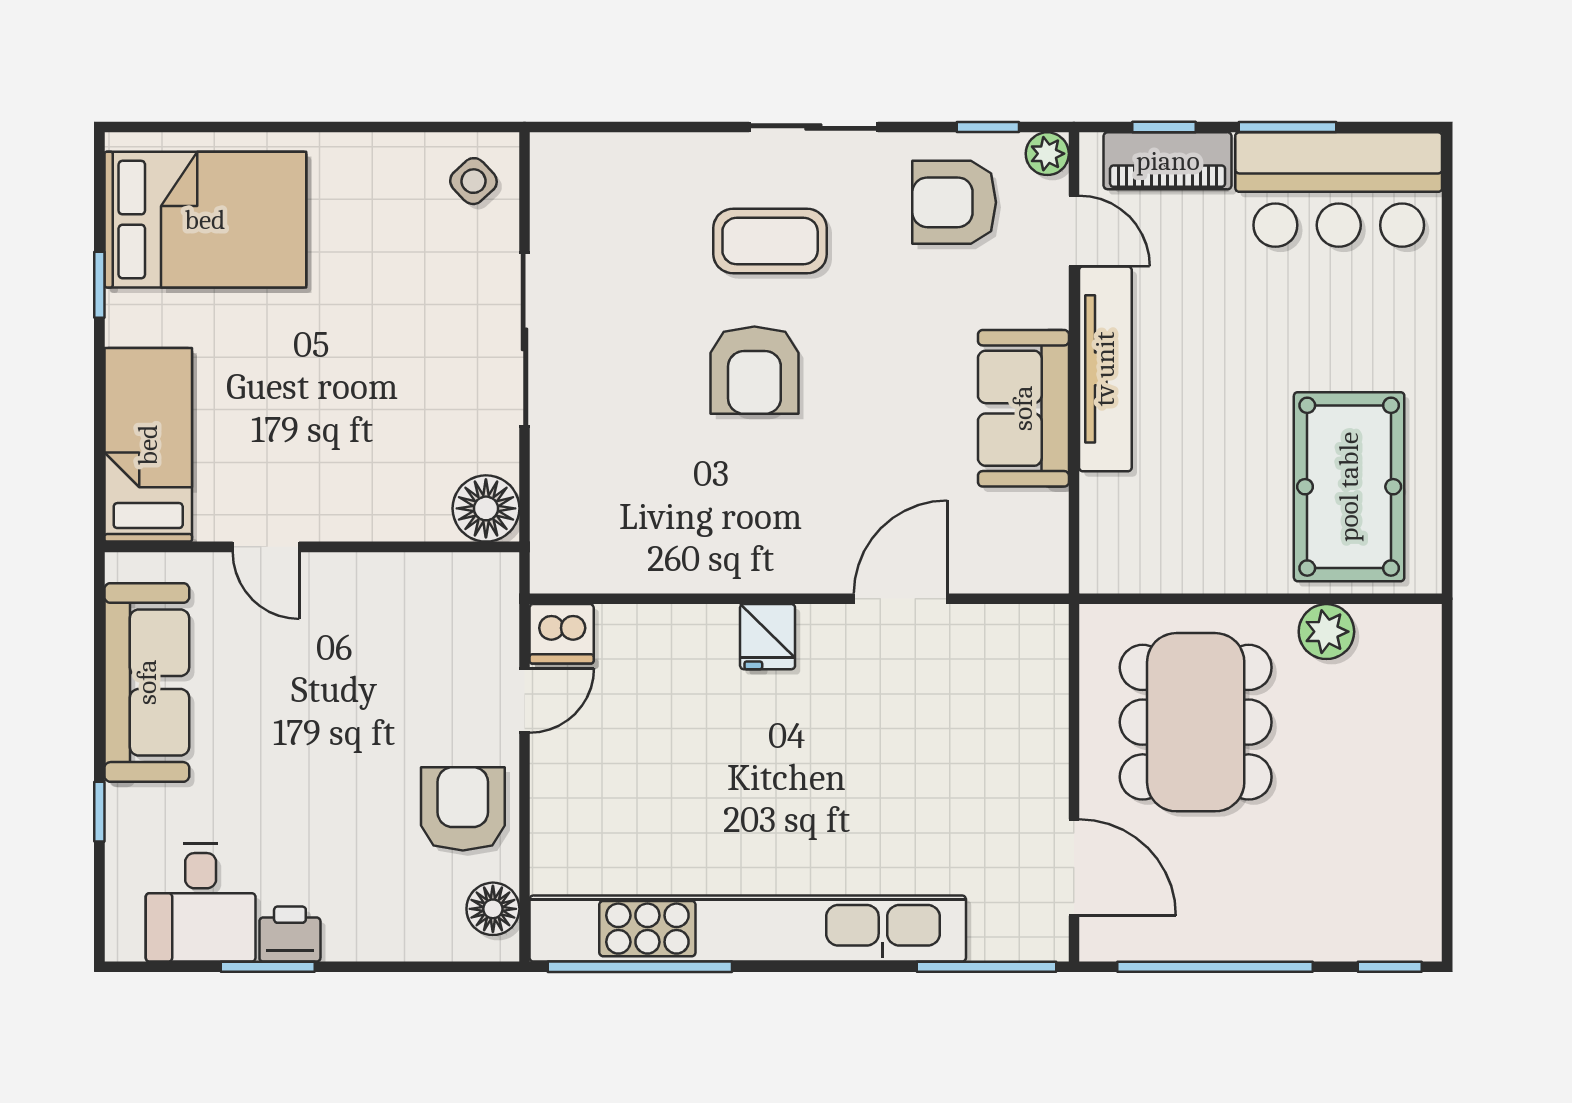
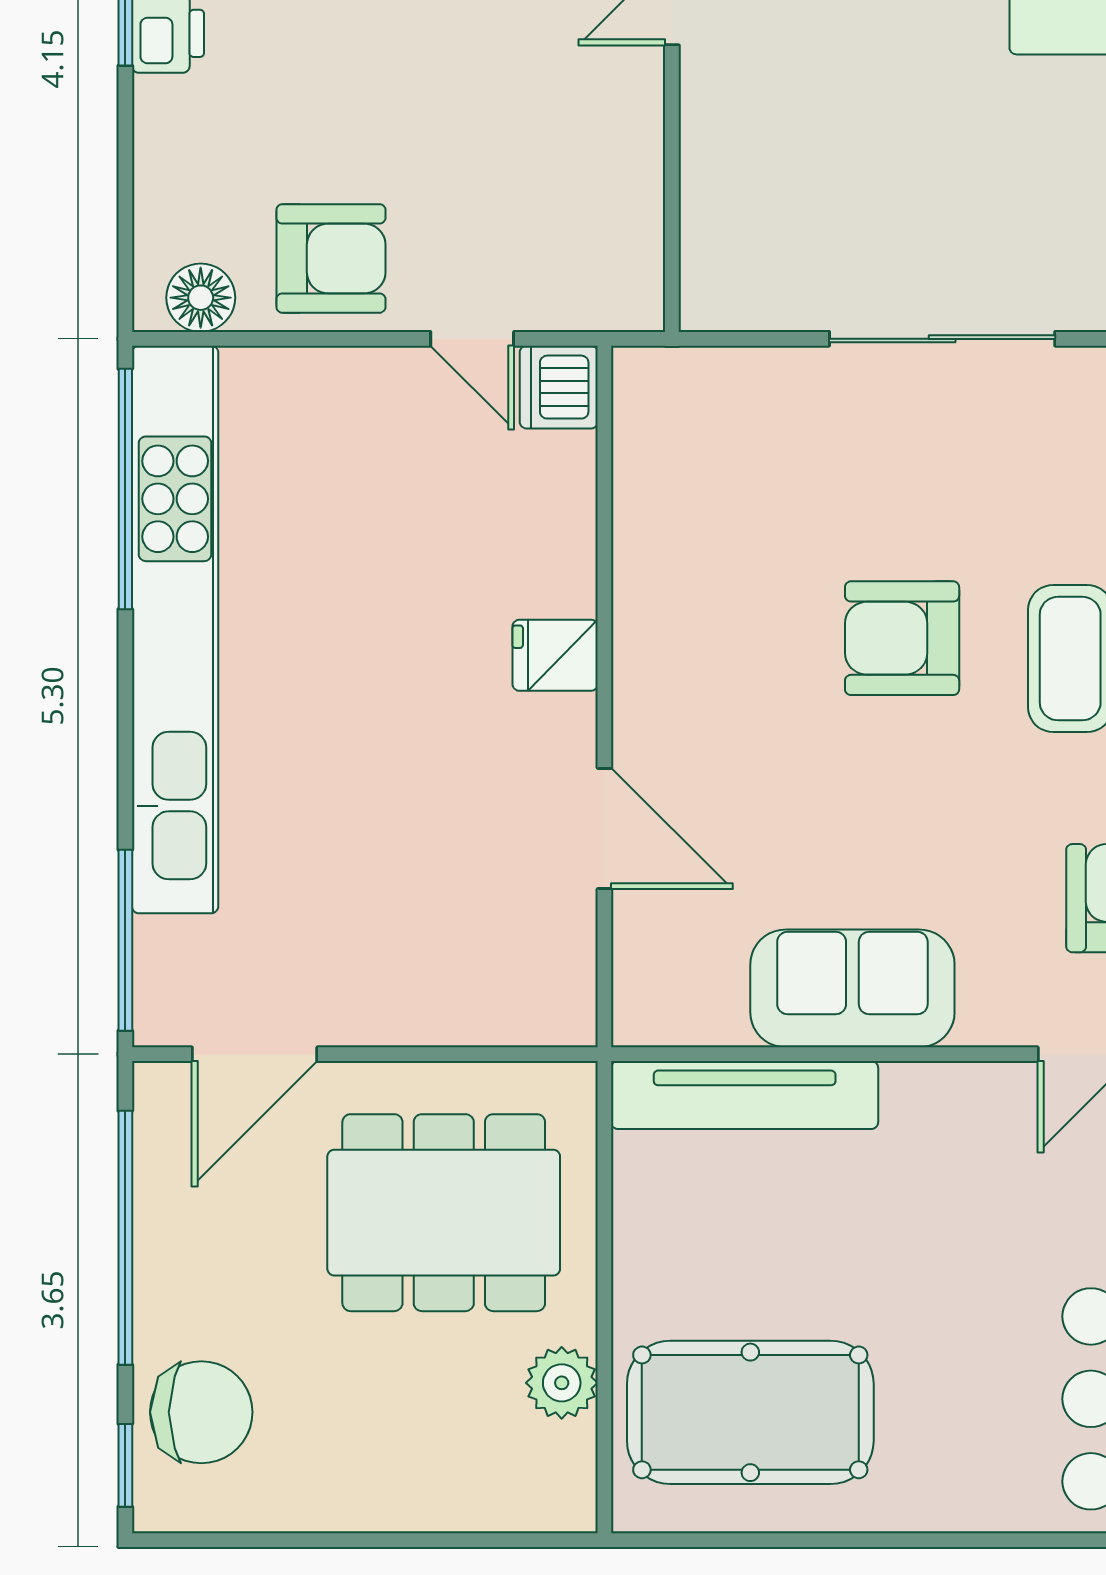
tv unit: (1105, 369) -> (745, 1095), moved
floor lamp: (486, 508) -> (722, 289), removed
chair: (1349, 908) -> (201, 1412), added

